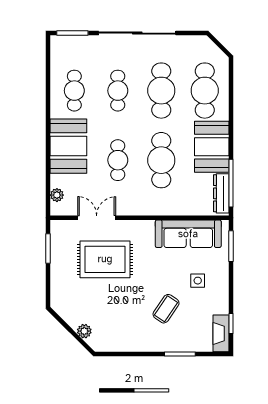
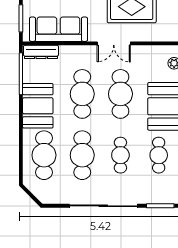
cafe table: (118, 160) -> (120, 94), width x1.37, depth x1.35
dresser: (221, 193) -> (41, 52), moved, turned 90
double door: (97, 218) -> (114, 43), moved

